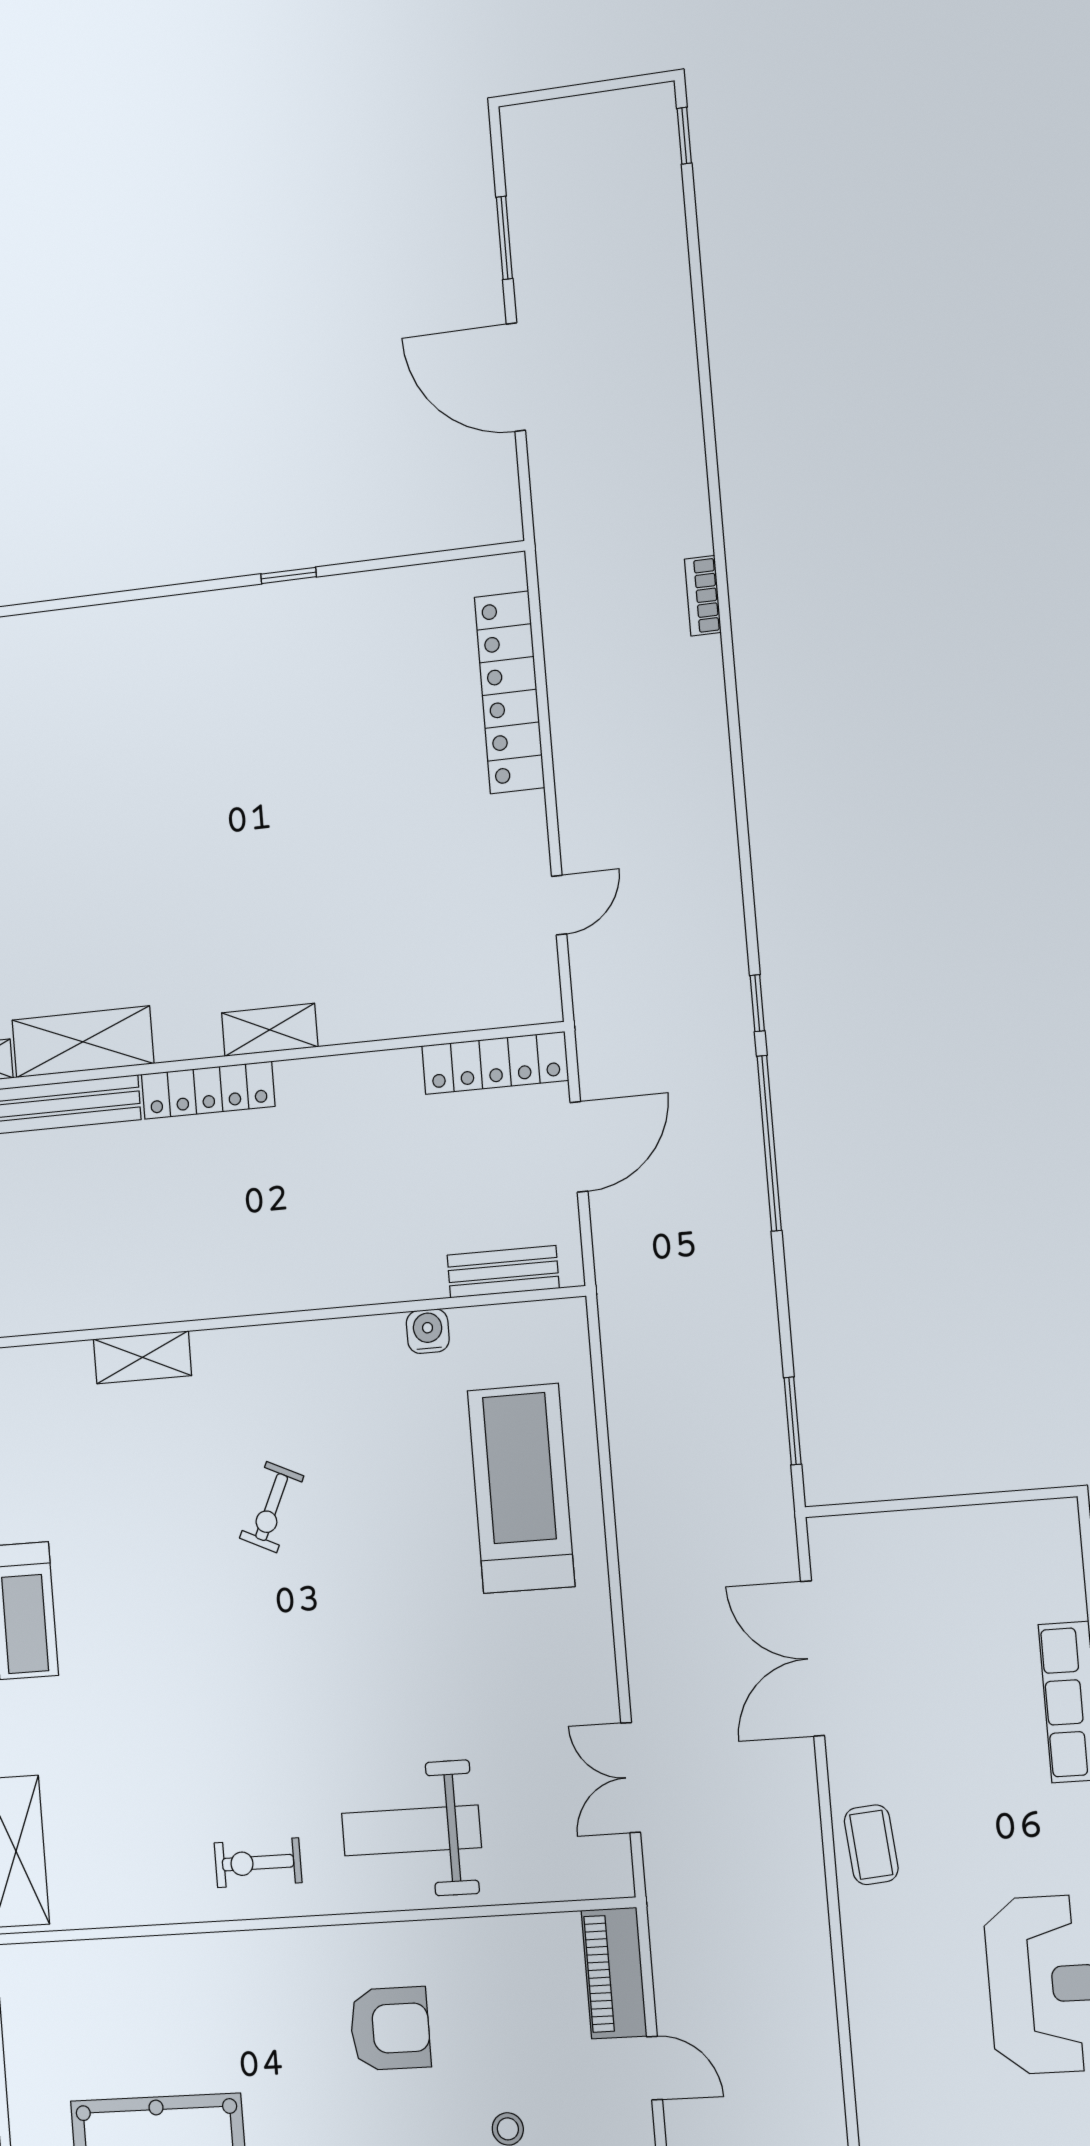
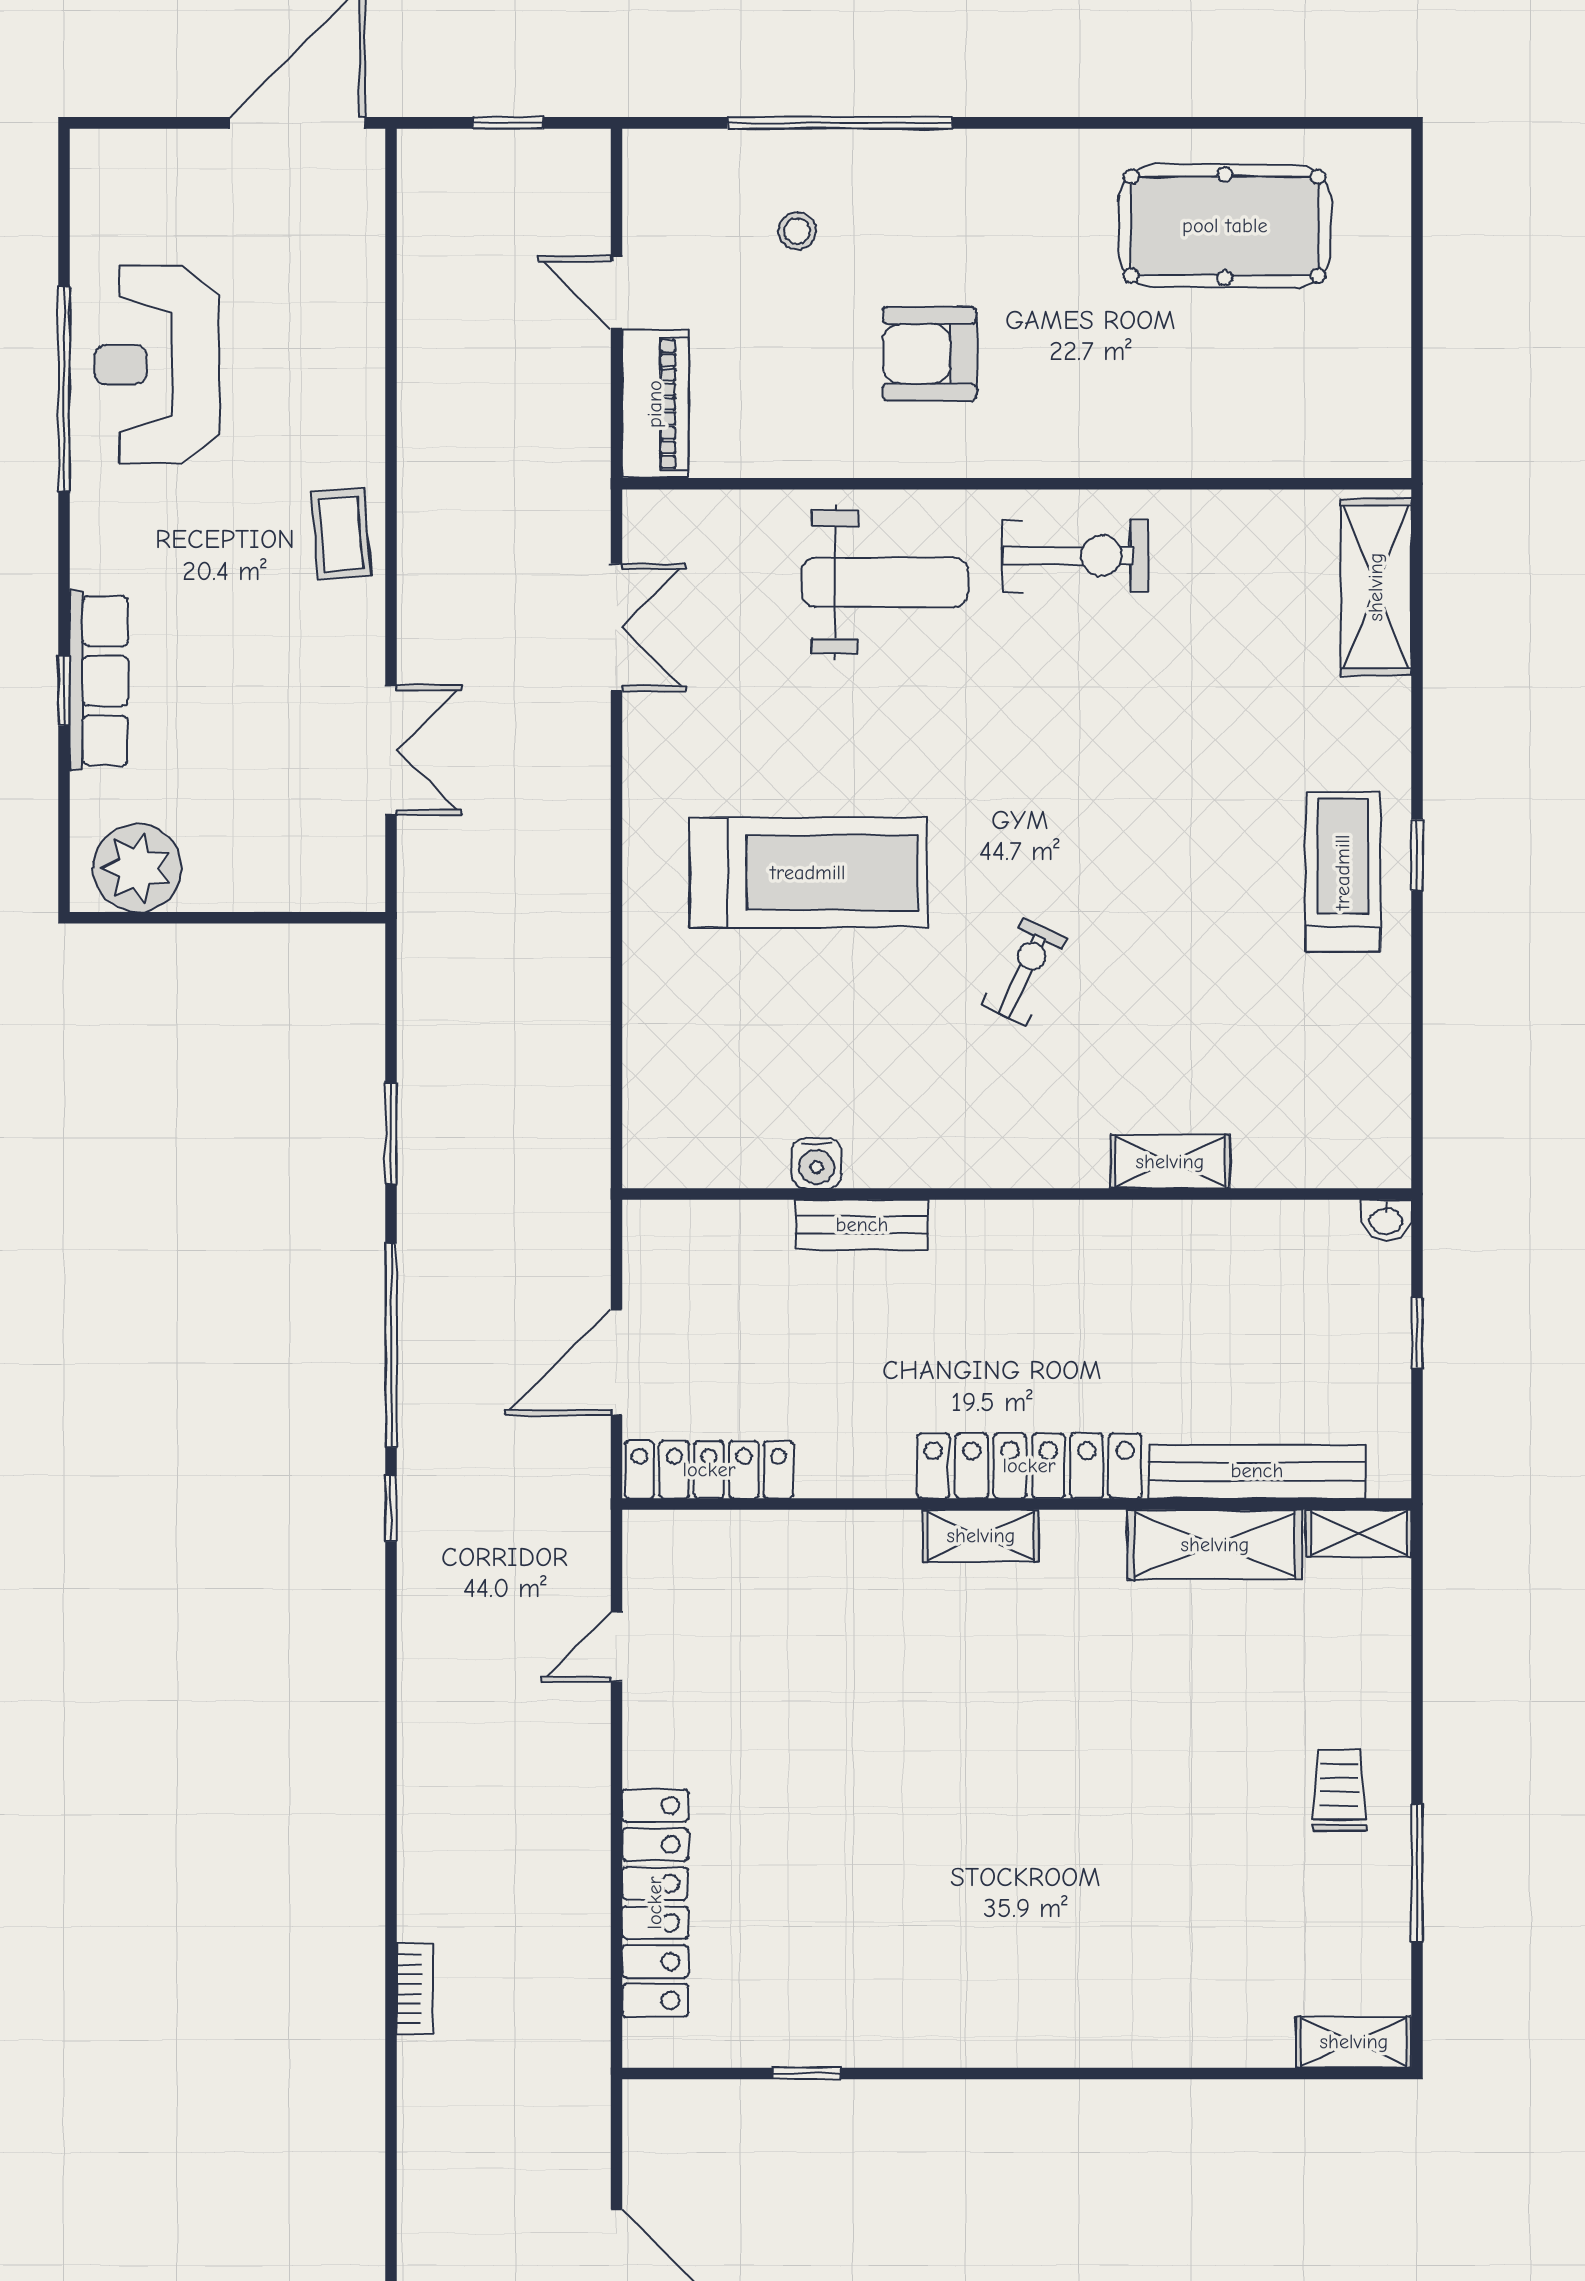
window: (289, 575) -> (806, 2073), moved
locker: (208, 1090) -> (1029, 1466), width x1.41, depth x1.21
bench: (503, 1272) -> (862, 1225), moved
window: (793, 1421) -> (391, 1133), moved
treadmill: (521, 1488) -> (808, 873), moved, turned -90
plant: (1022, 1540) -> (137, 868), added
double door: (813, 1658) -> (391, 750), width x0.73
exercise bike: (258, 1863) -> (1075, 556), width x1.38, depth x1.39

